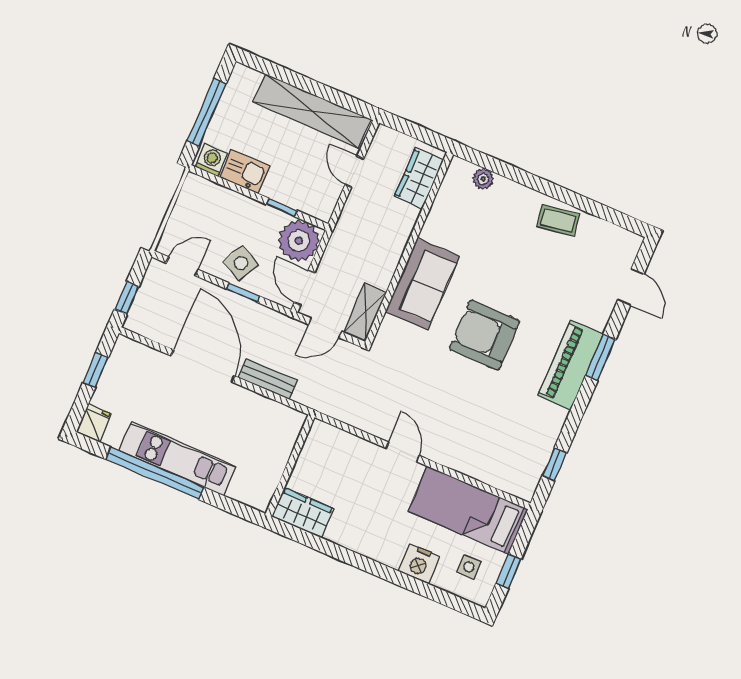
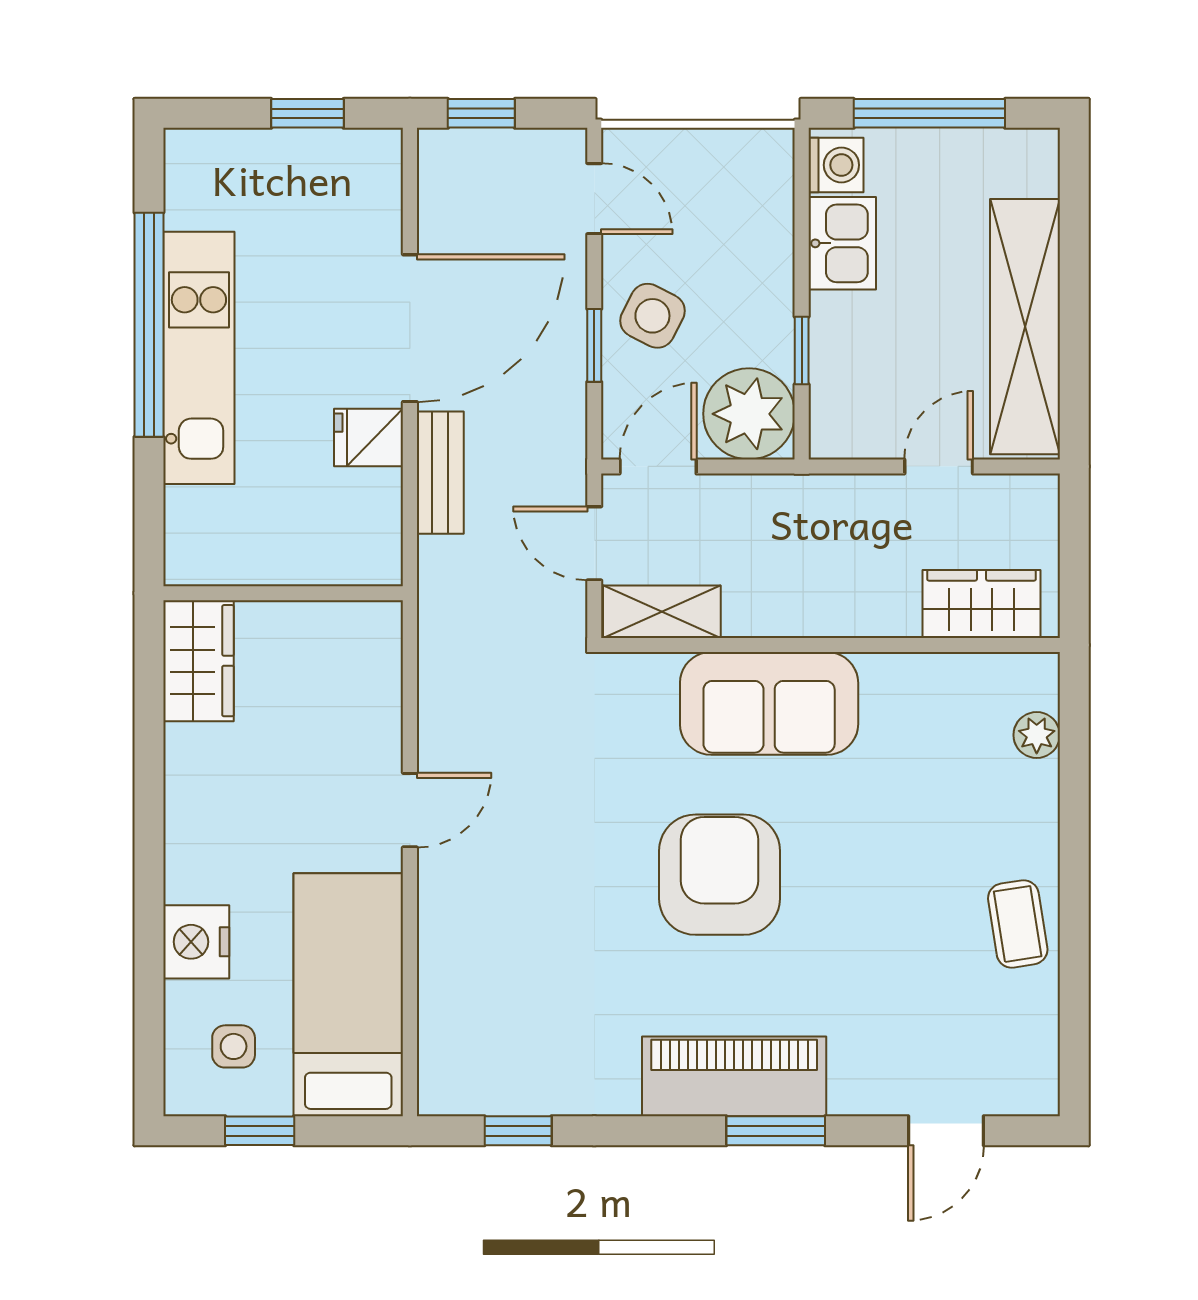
fridge: (94, 423) -> (369, 438), moved, turned 180

